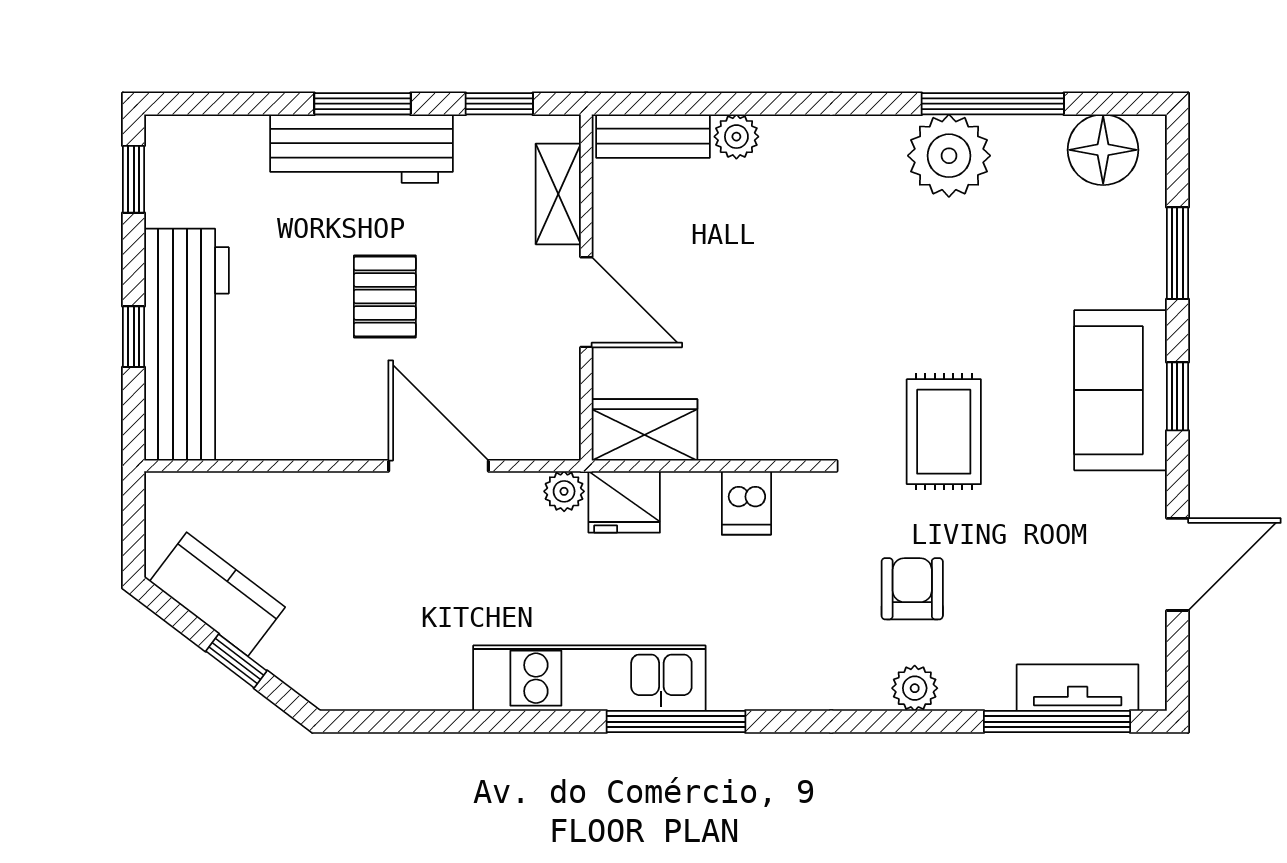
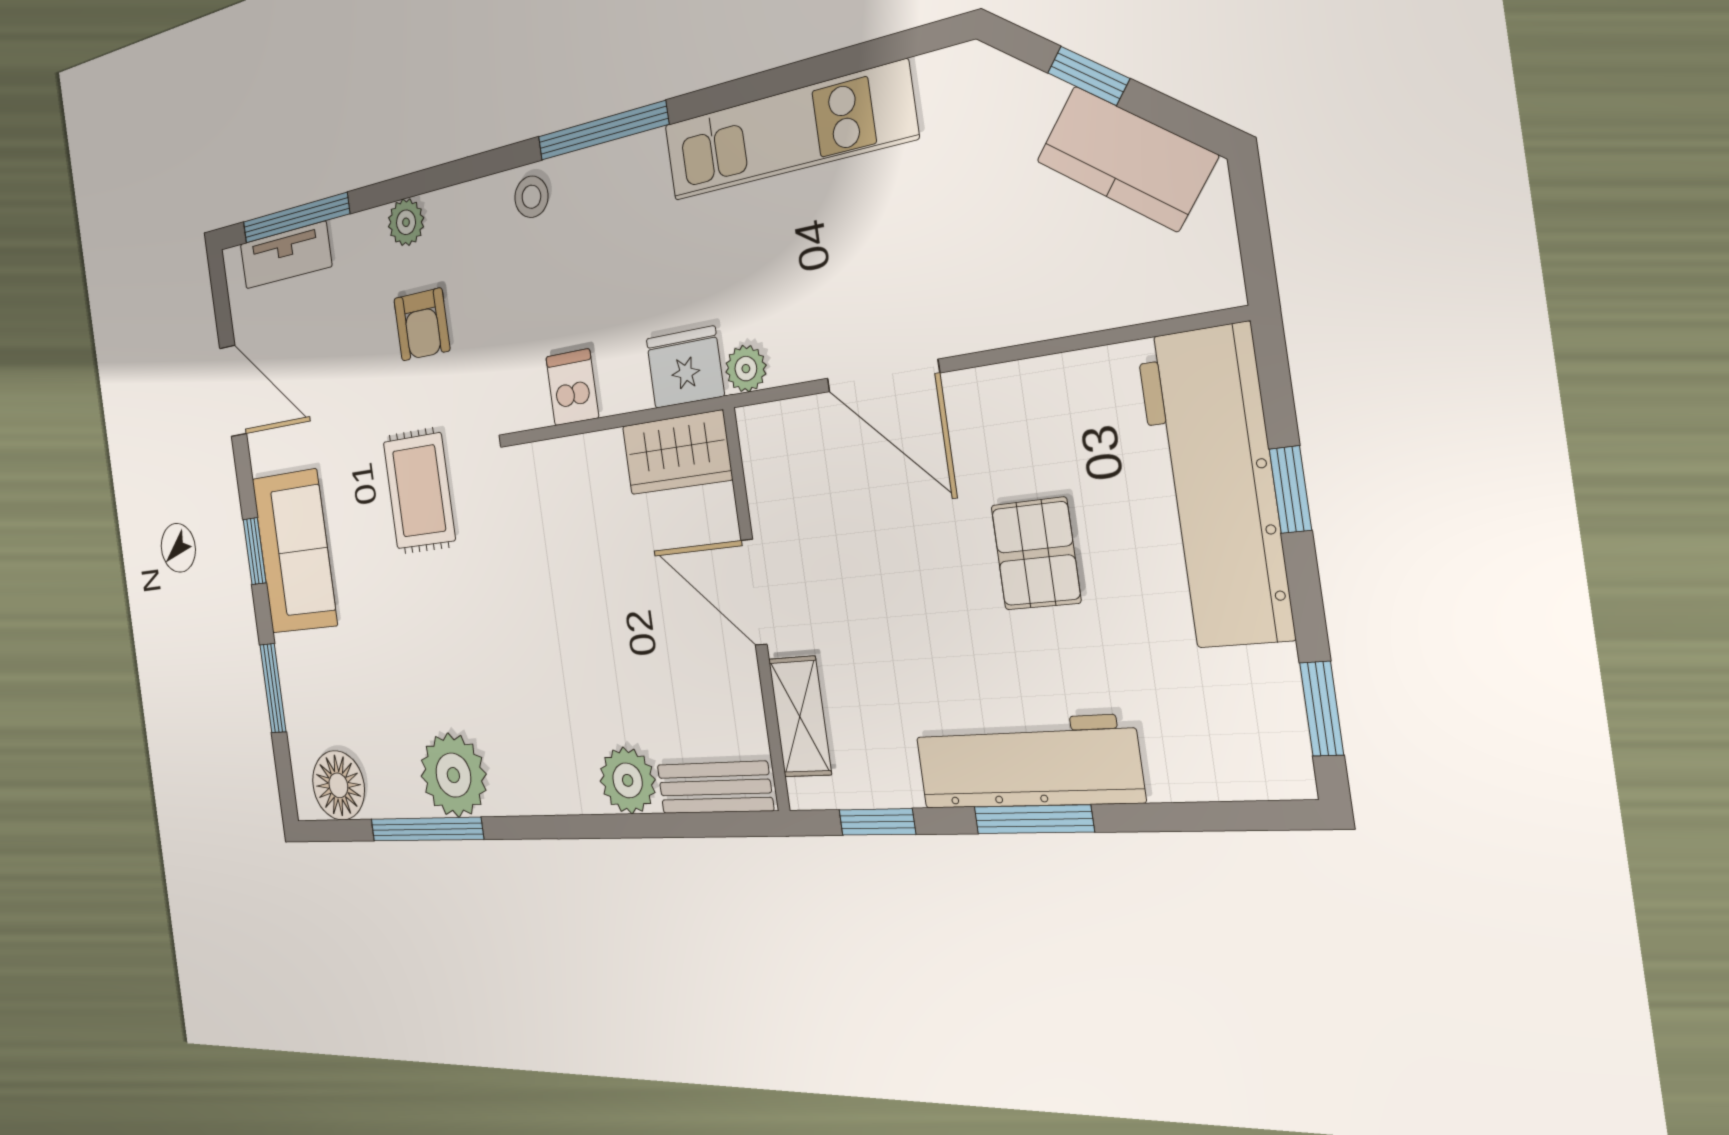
plant: (736, 137) -> (628, 780), width x1.38, depth x1.38
pallet: (385, 297) -> (1036, 554), moved
door: (1177, 564) -> (233, 391), swing flipped
kitchen unit: (589, 678) -> (787, 132), moved
stool: (763, 681) -> (531, 197), added

